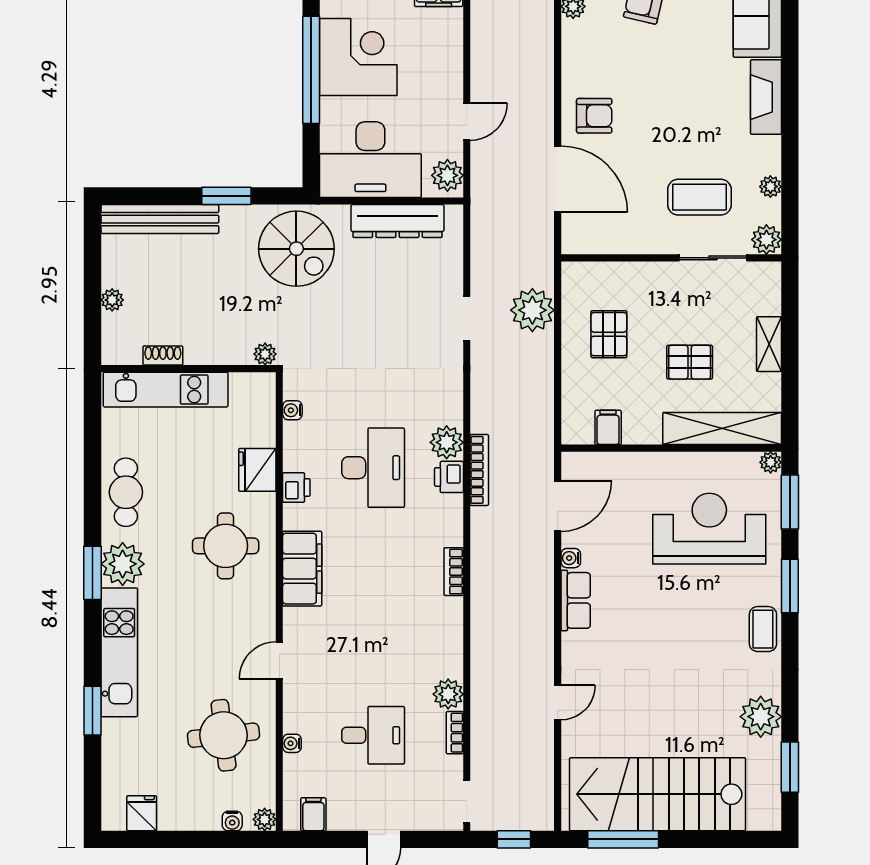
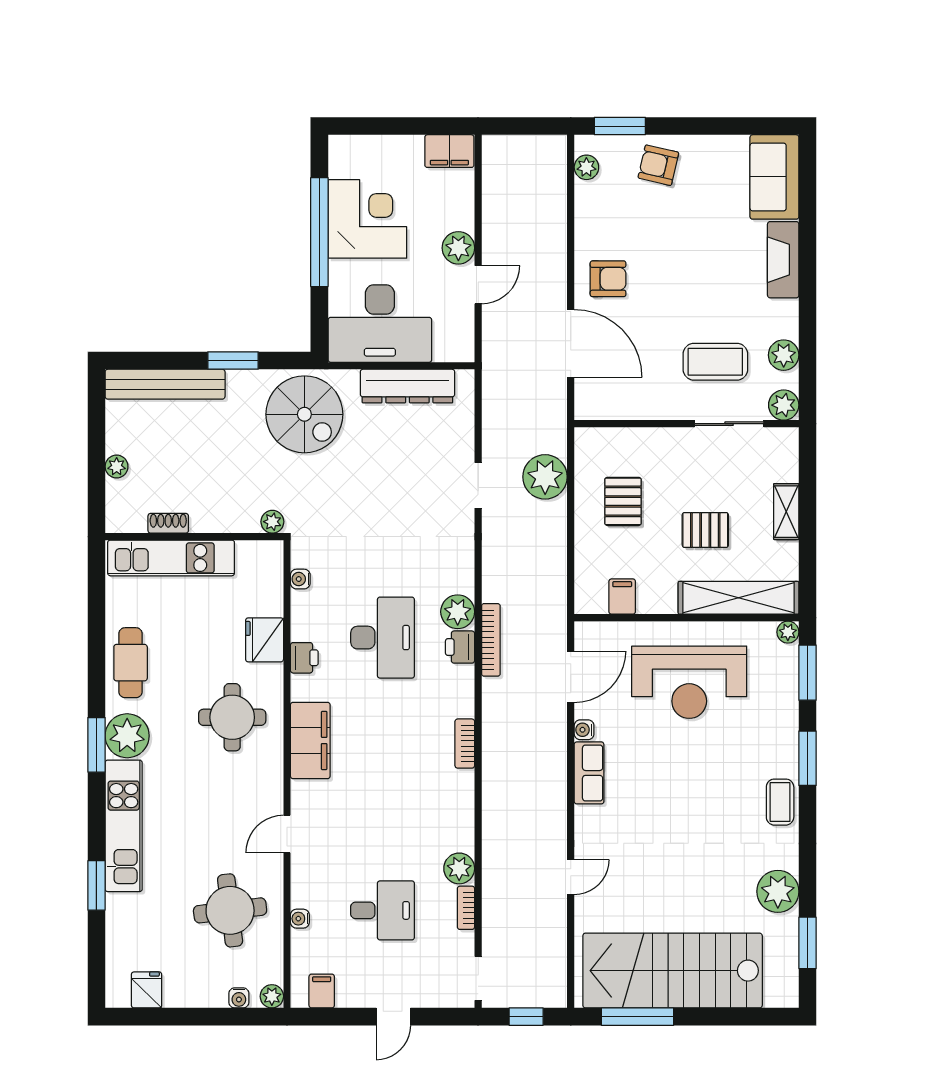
plant: (447, 175) -> (458, 248), moved
plant: (770, 187) -> (784, 355), width x1.38, depth x1.38
reception desk: (709, 529) -> (689, 682), moved, turned 180

